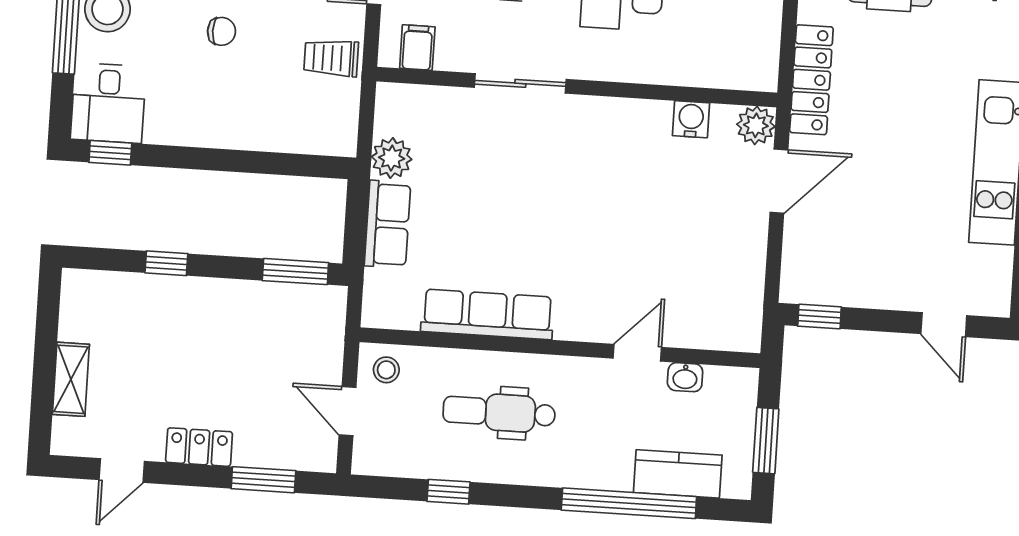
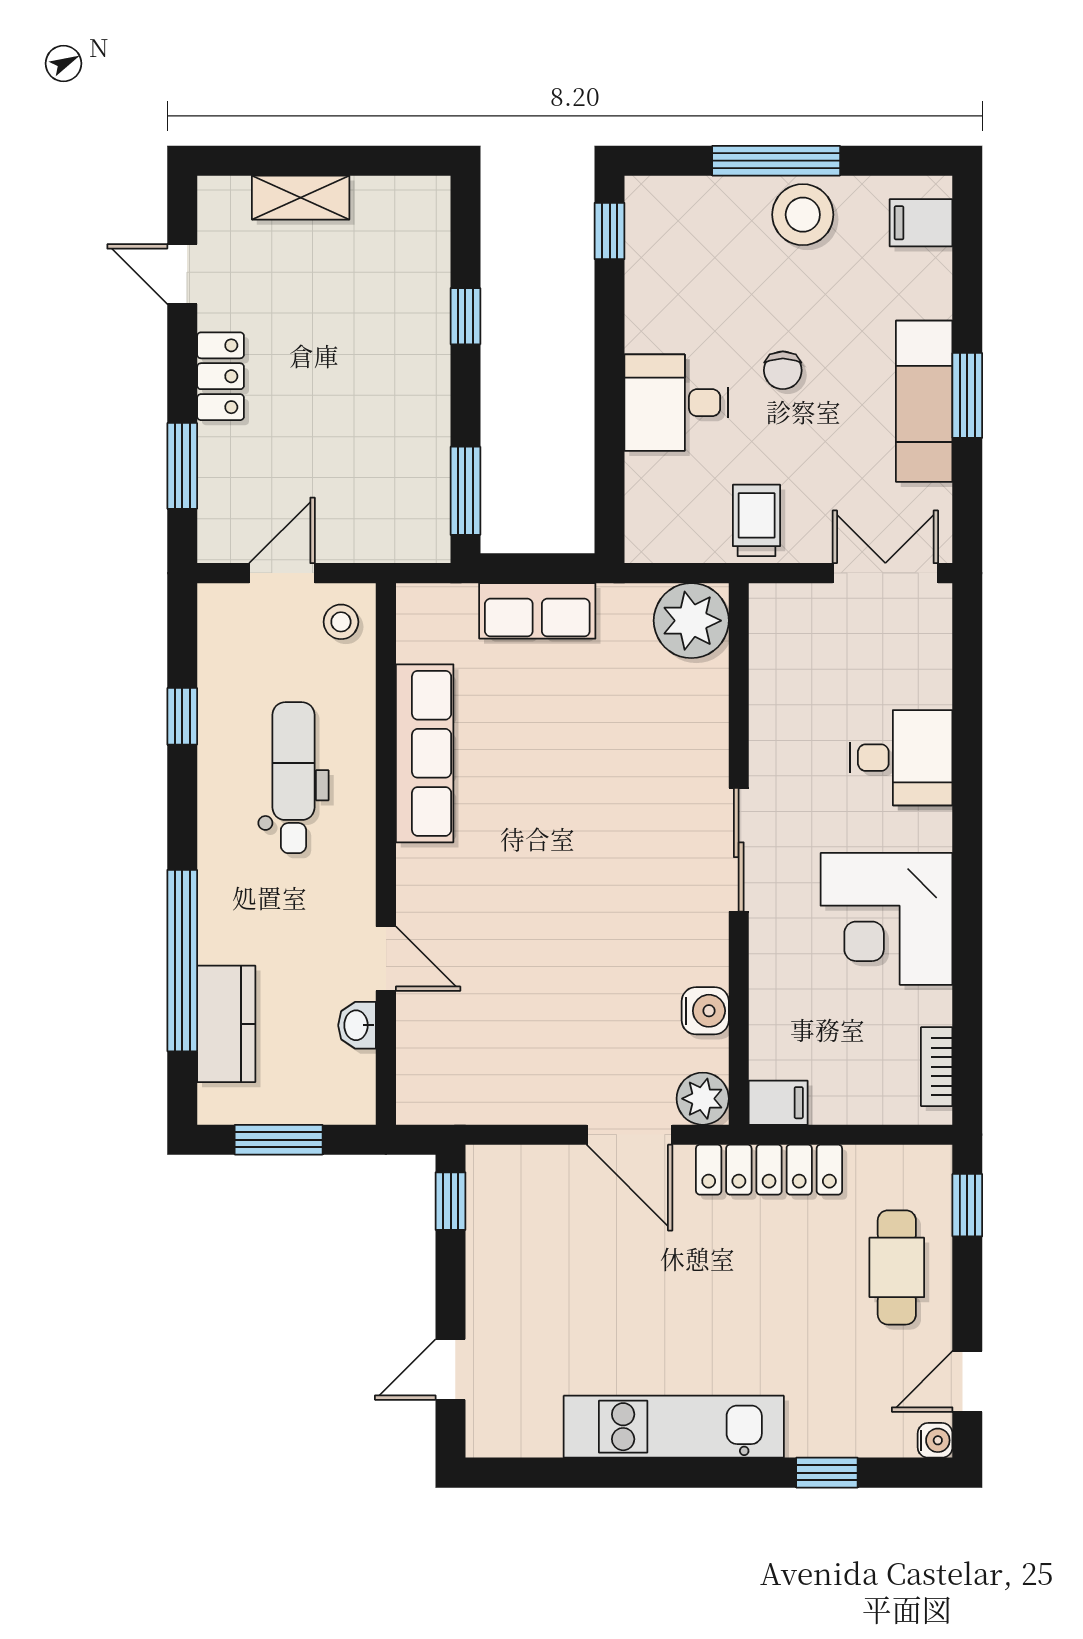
filing cabinet: (417, 48) -> (778, 1103), moved
sliding door: (520, 83) -> (739, 850), moved
desk: (108, 103) -> (676, 403), moved
plant: (392, 158) -> (691, 621), moved, width x1.36, depth x1.36

